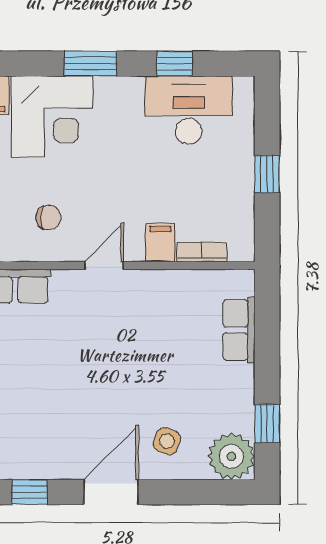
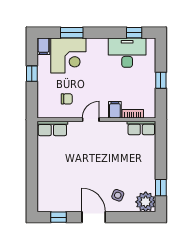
window: (90, 64) -> (72, 33), moved
window: (175, 64) -> (134, 33), moved
row of seats: (239, 330) -> (141, 128), moved, turned -90
door: (111, 492) -> (94, 217), hinge flipped

